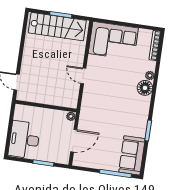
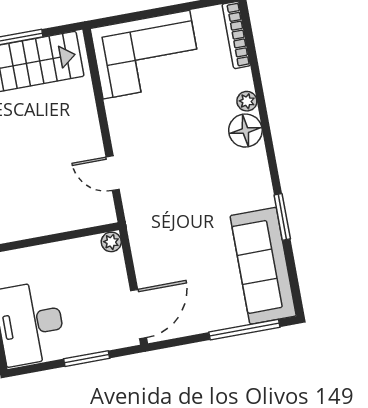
door: (83, 76) -> (113, 173), moved
door: (74, 141) -> (139, 314), moved
sofa: (132, 155) -> (263, 266), width x1.36

